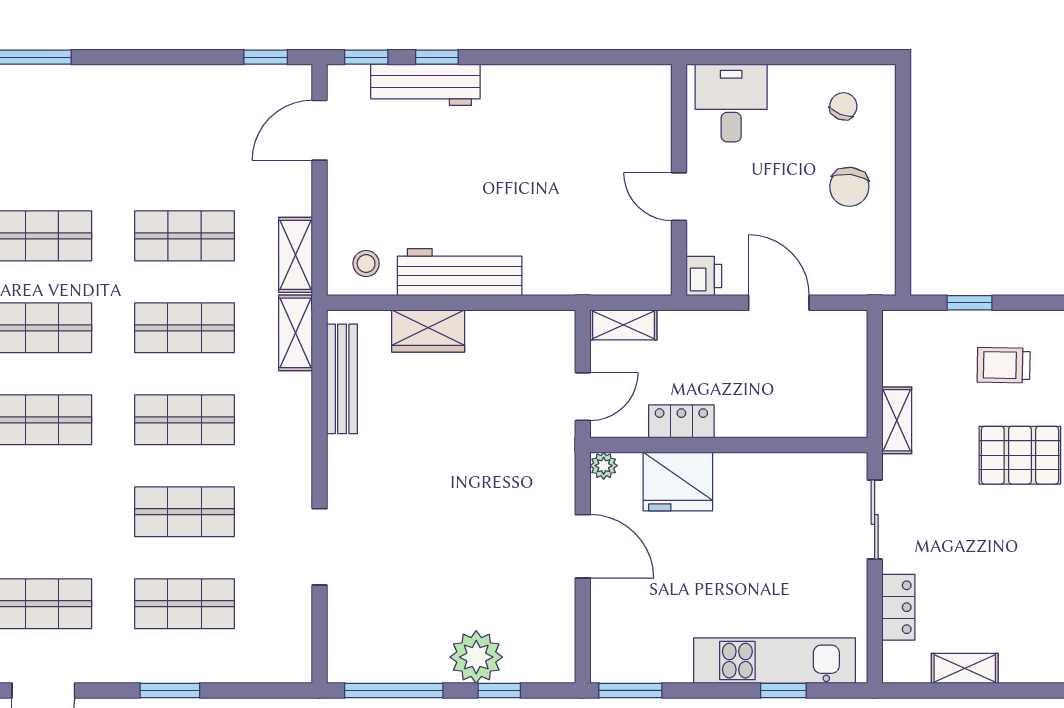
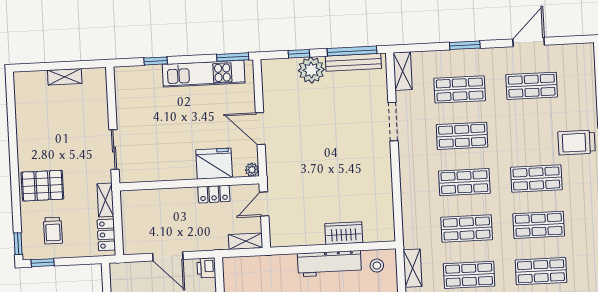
window: (969, 303) -> (43, 263), moved
shelving: (295, 333) -> (403, 71), moved
trolley: (1004, 365) -> (53, 231), turned 89
bench: (342, 379) -> (353, 62), moved, turned 90
locker: (898, 607) -> (106, 235), moved
kitchen unit: (775, 661) -> (204, 74), moved

